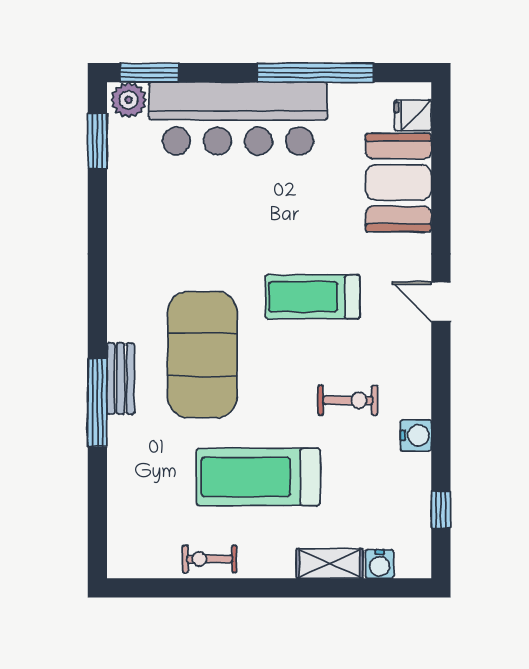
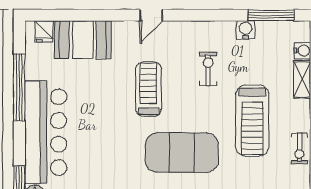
treadmill: (312, 297) -> (148, 89), turned 180
water cooler: (416, 435) -> (246, 30), moved
window: (441, 510) -> (271, 15), width x2.17

